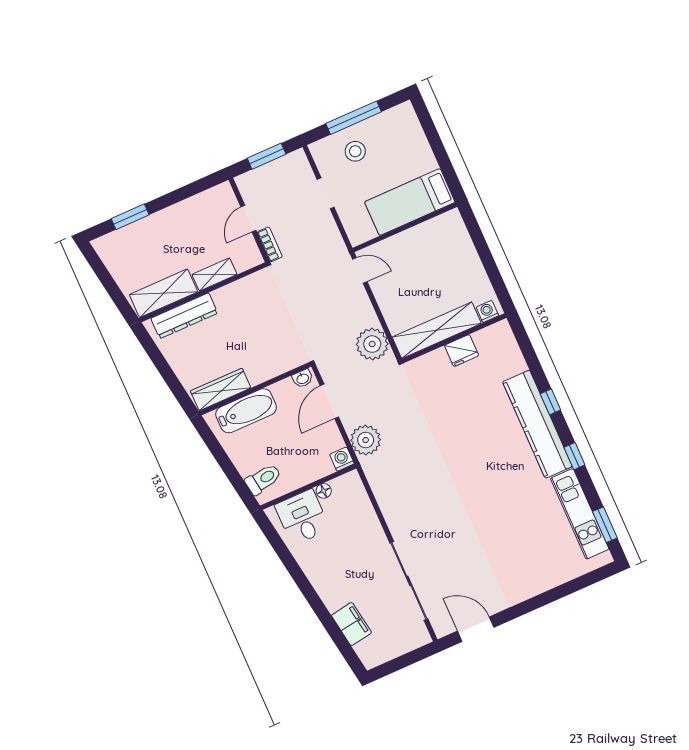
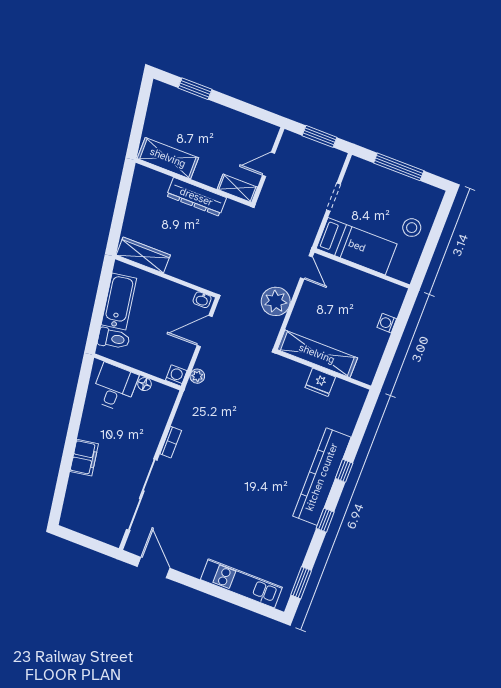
stool: (355, 151) -> (412, 228), moved
bed: (410, 202) -> (357, 246), moved, turned 180
bookcase: (270, 244) -> (171, 442), moved
shelving: (214, 274) -> (237, 188), moved
washing machine: (487, 311) -> (387, 323), moved, turned -90
dresser: (184, 316) -> (196, 197), moved
plant: (372, 344) -> (276, 301), moved
bathtub: (246, 411) -> (119, 302), moved, turned -99
plant: (366, 440) -> (197, 376), width x0.53, depth x0.53
kitchen unit: (580, 514) -> (241, 583), moved, turned 90
filing cabinet: (351, 624) -> (84, 458), moved

